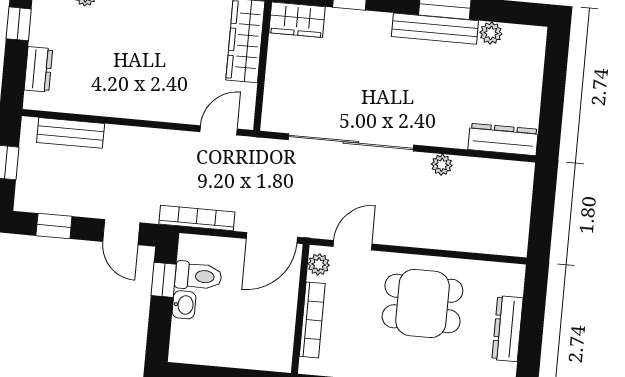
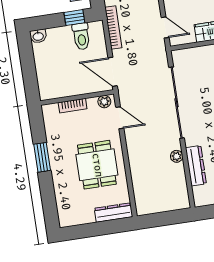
dresser: (503, 139) -> (196, 166), moved
washbasin: (184, 305) -> (38, 36), moved
bookcase: (312, 320) -> (73, 106), width x0.64
dresser: (508, 329) -> (113, 213), moved

